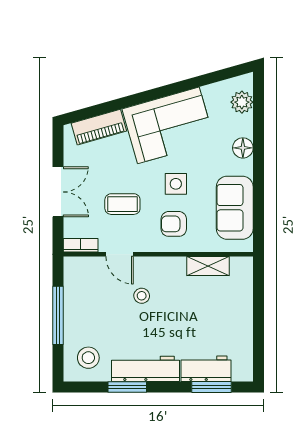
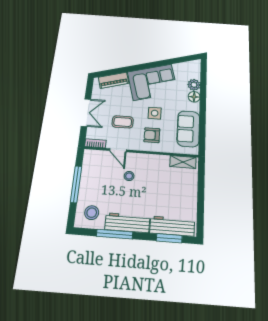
plant: (242, 102) -> (194, 85), moved
shelving: (208, 266) -> (183, 162), moved
workbench: (206, 369) -> (172, 226), width x1.38
window: (127, 387) -> (115, 234), width x1.44

